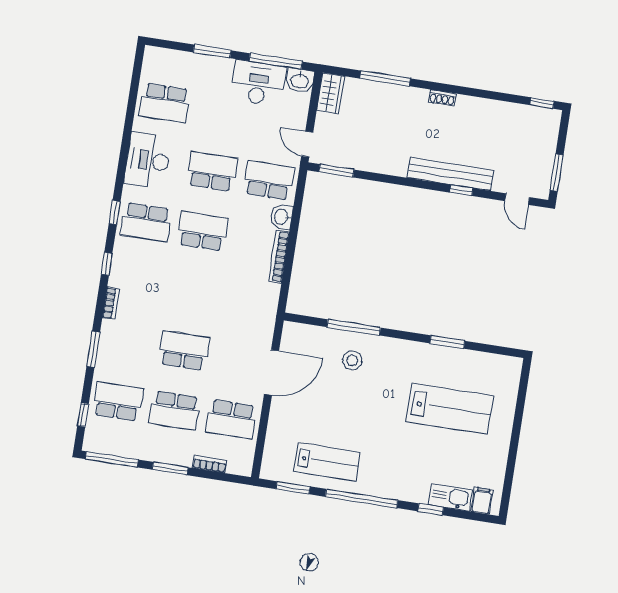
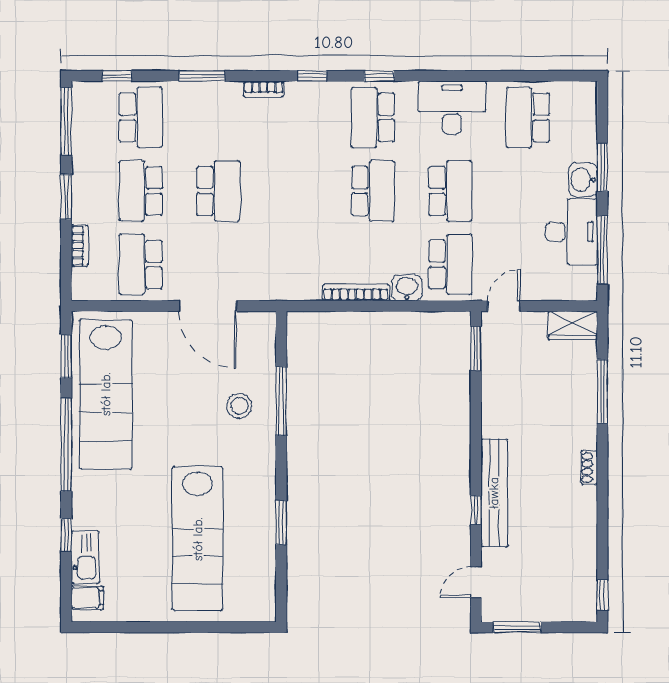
washbasin: (300, 81) -> (583, 180), moved
lab bench: (450, 408) -> (198, 539), width x1.36
lab bench: (327, 462) -> (106, 394), width x1.86, depth x1.39

